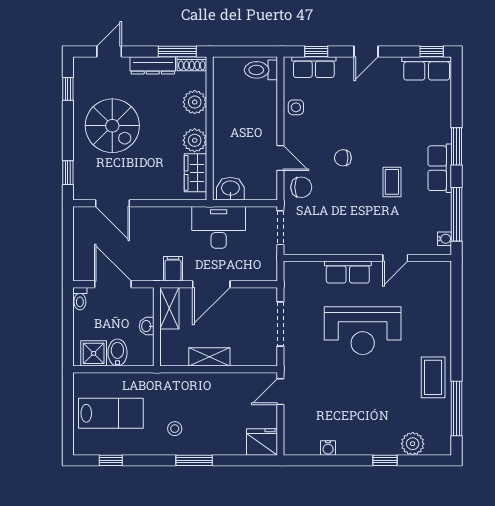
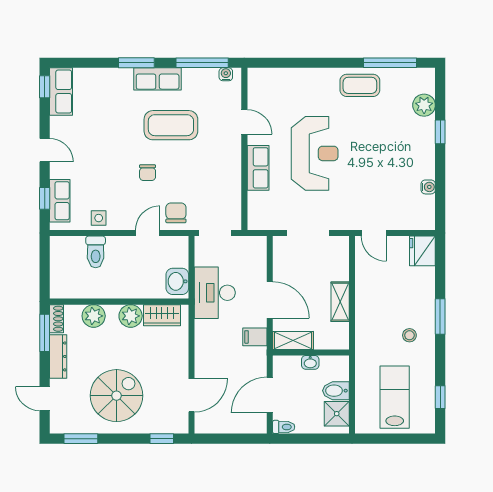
toilet: (261, 70) -> (96, 252), moved
window: (68, 89) -> (81, 439), width x1.50
coffee table: (392, 182) -> (171, 125), width x1.86, depth x1.72

